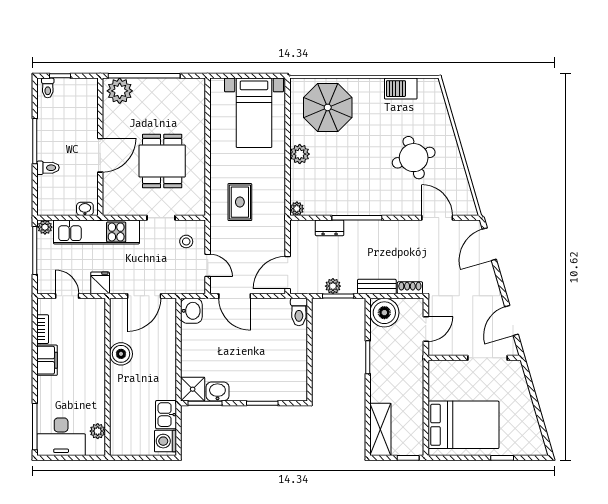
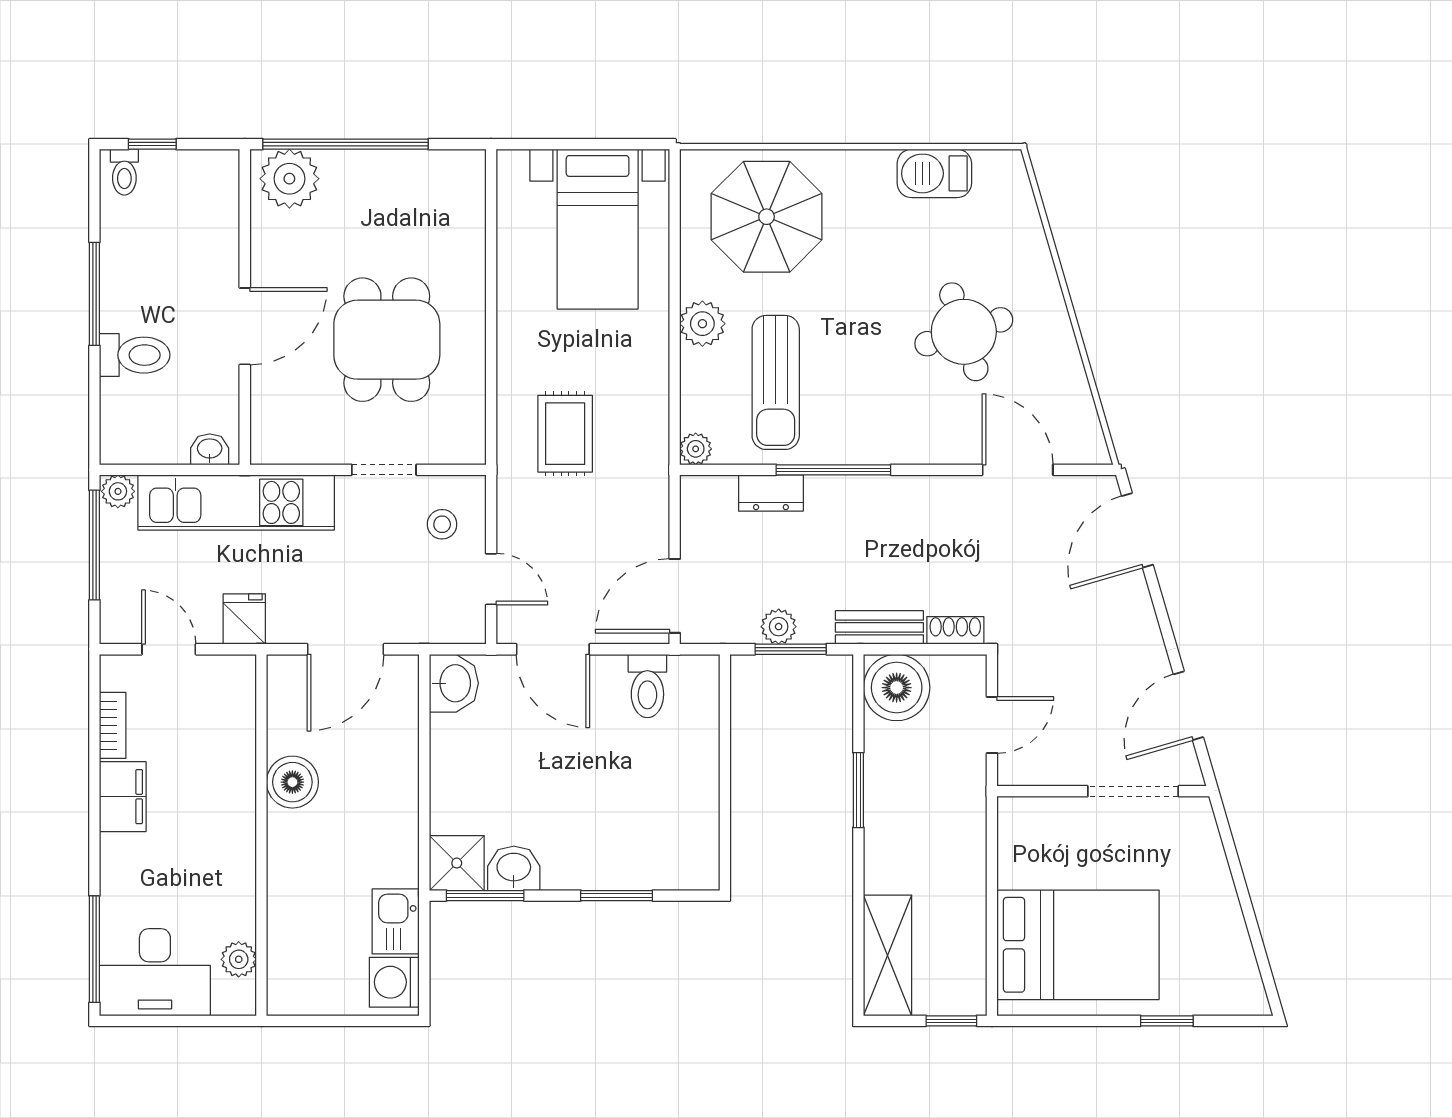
toilet: (48, 168) -> (135, 355), width x1.37, depth x1.39
sun lounger: (332, 180) -> (776, 382), added
toilet: (299, 312) -> (647, 686), moved

